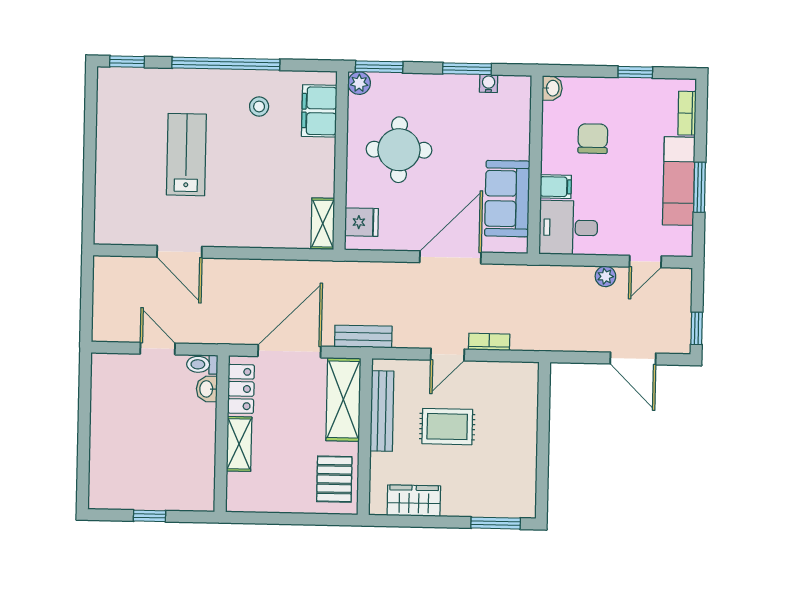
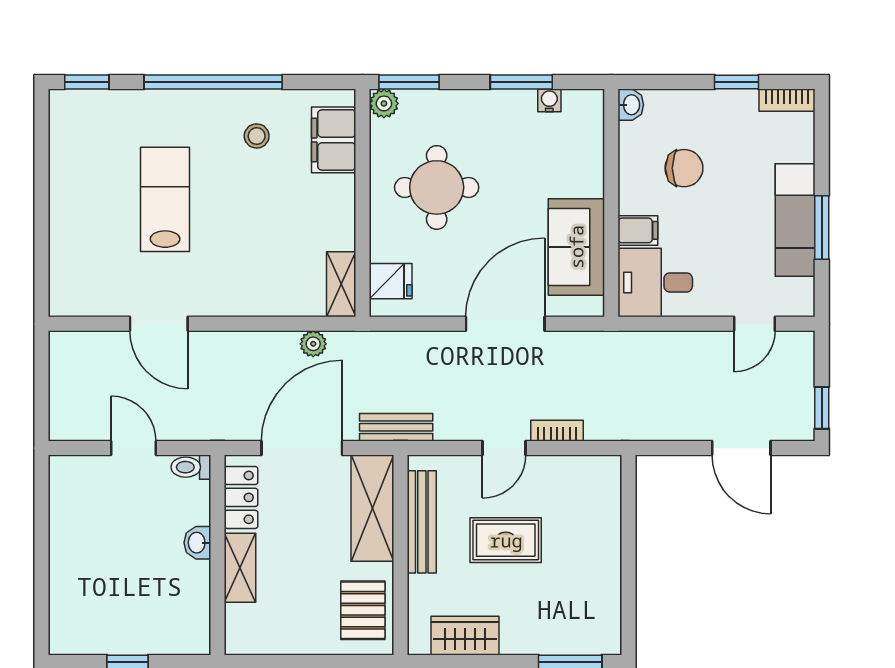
bookcase: (687, 113) -> (787, 100), moved, turned -90
chair: (593, 139) -> (684, 168), turned 90
plant: (605, 276) -> (313, 344), moved
washbasin: (207, 389) -> (197, 543), moved

